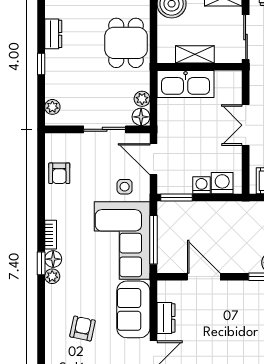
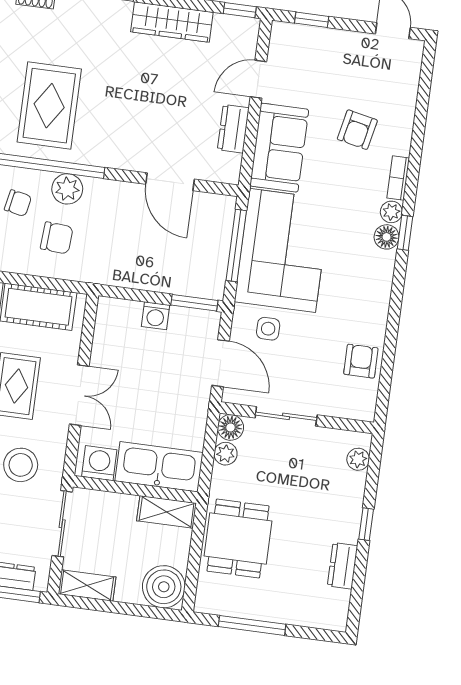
shelving: (195, 54) -> (167, 512), moved
washing machine: (222, 183) -> (99, 463), moved, turned 180
bookcase: (51, 235) -> (398, 178), moved

